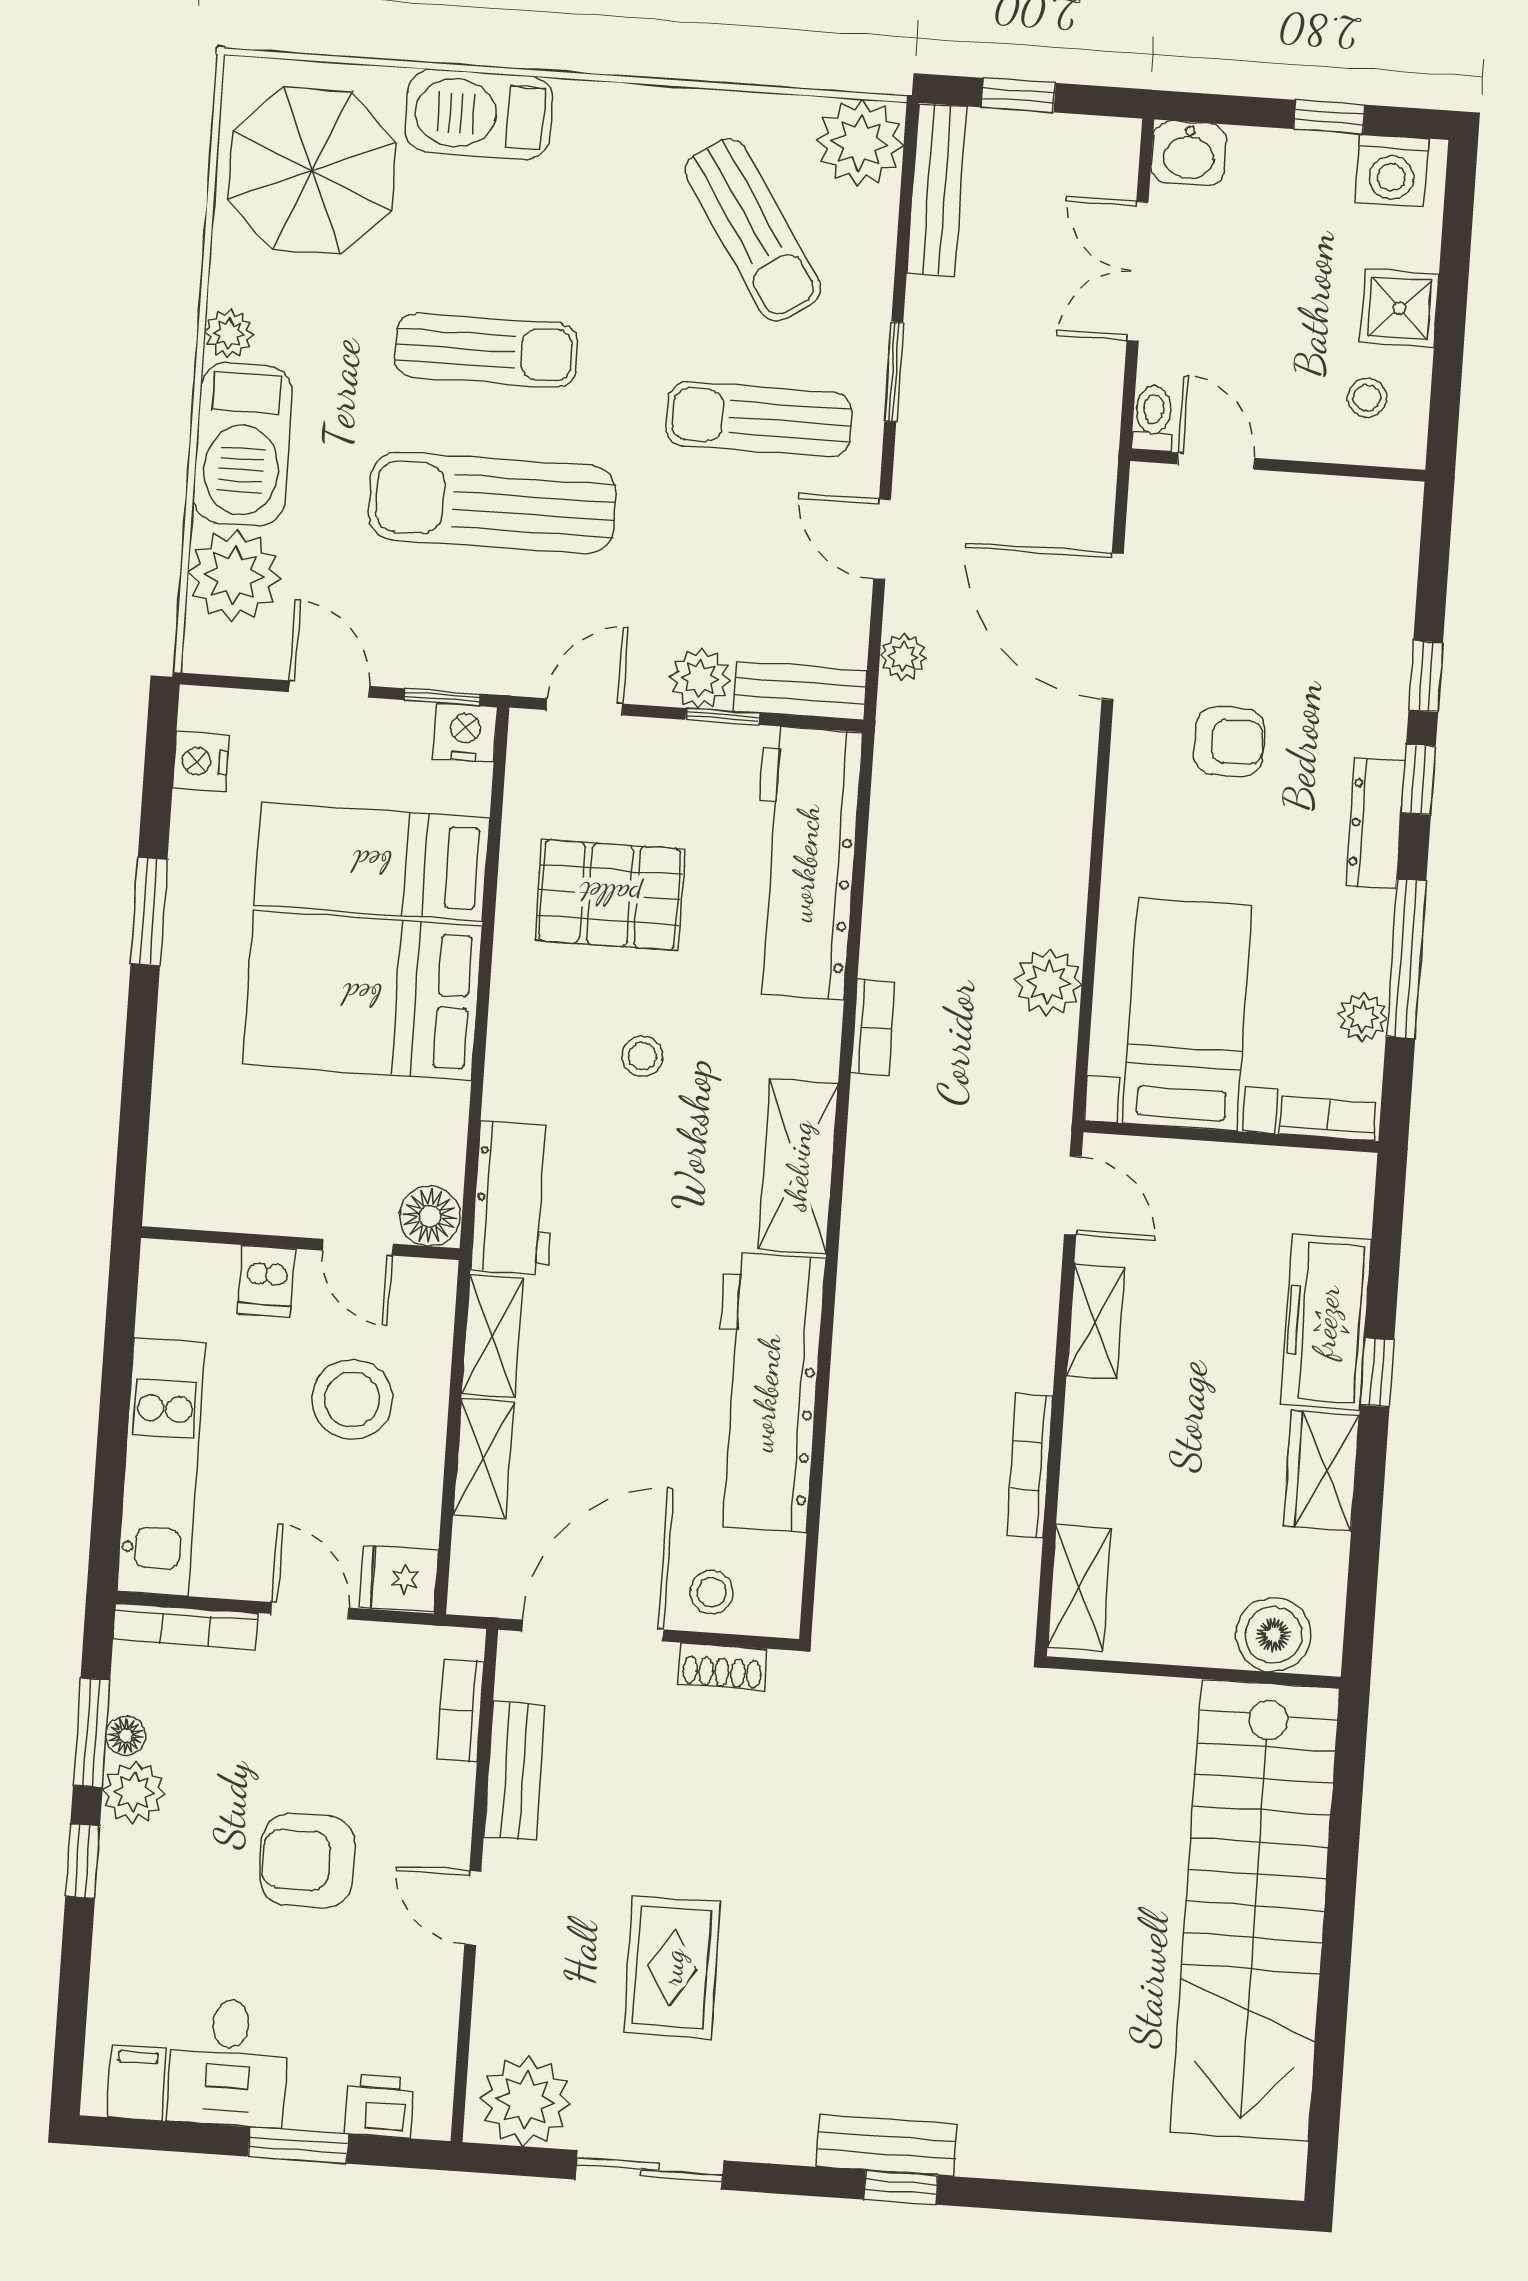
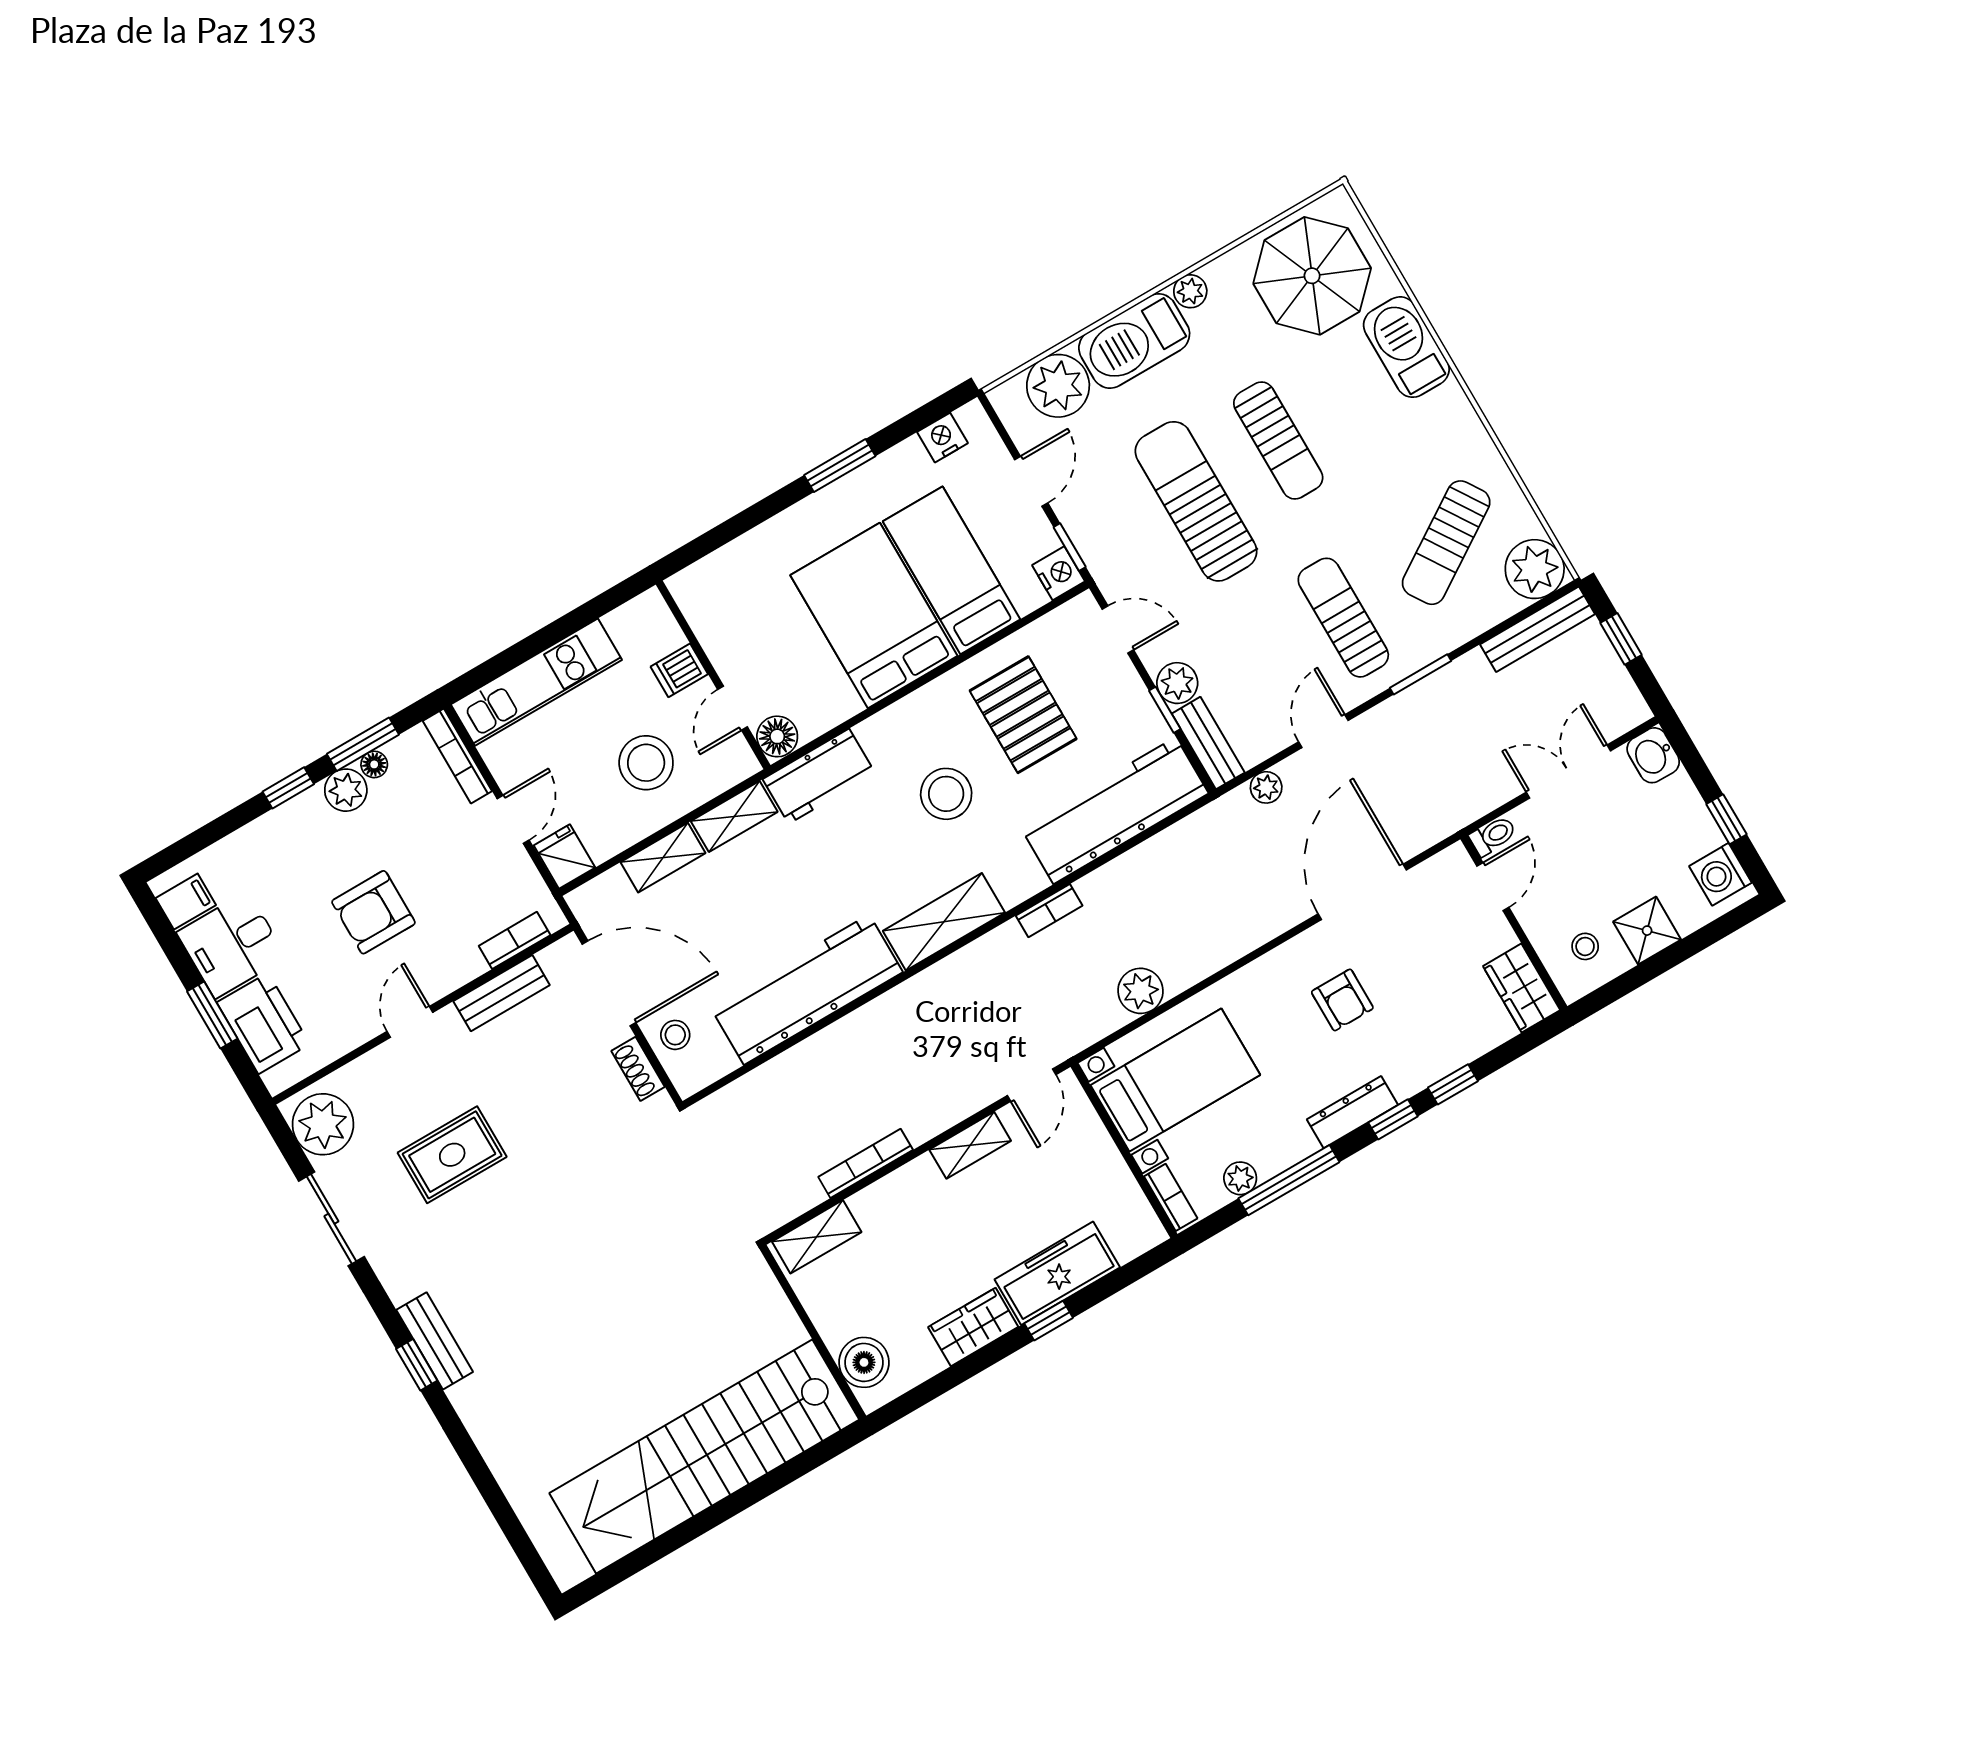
wardrobe: (1365, 511) -> (1522, 988), added
stool: (642, 1056) -> (946, 794), width x1.89, depth x1.89
armchair: (307, 1861) -> (373, 912), turned -90
printer: (379, 2106) -> (263, 1023), width x1.87, depth x1.48

